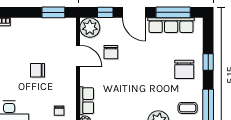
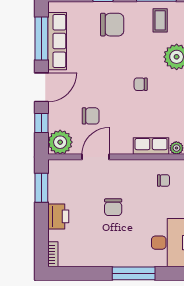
printer: (30, 26) -> (58, 216), added
chair: (136, 92) -> (141, 84), added

